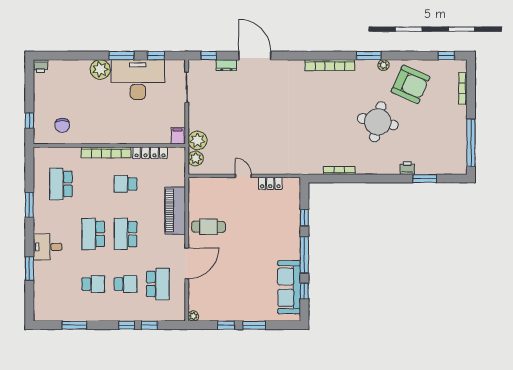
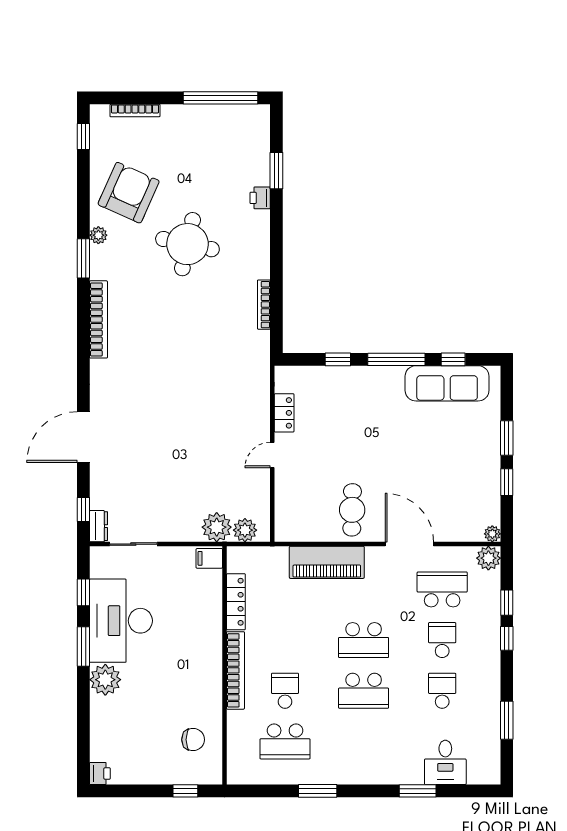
dresser: (226, 65) -> (99, 526), moved
school desk: (126, 184) -> (285, 691), moved, turned 180
desk: (48, 247) -> (445, 762), moved
plant: (178, 314) -> (488, 558), added

